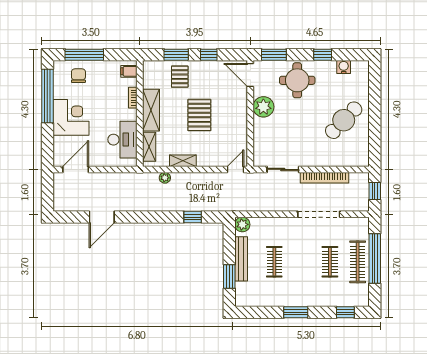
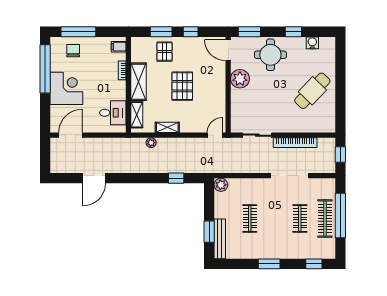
desk: (122, 140) -> (113, 113), width x0.73
bench: (241, 259) -> (220, 239), moved

